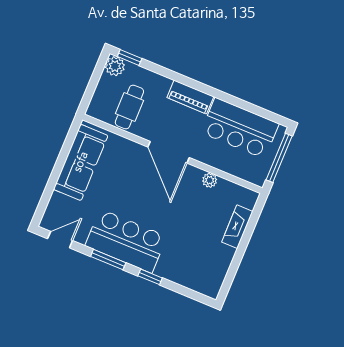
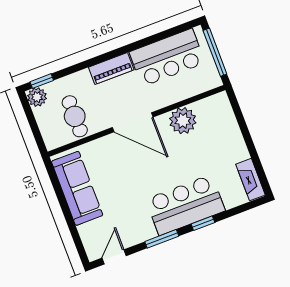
plant: (210, 180) -> (183, 121), width x1.87, depth x1.87
fireplace: (237, 227) -> (250, 180), moved
bar counter: (126, 241) -> (185, 205), moved

